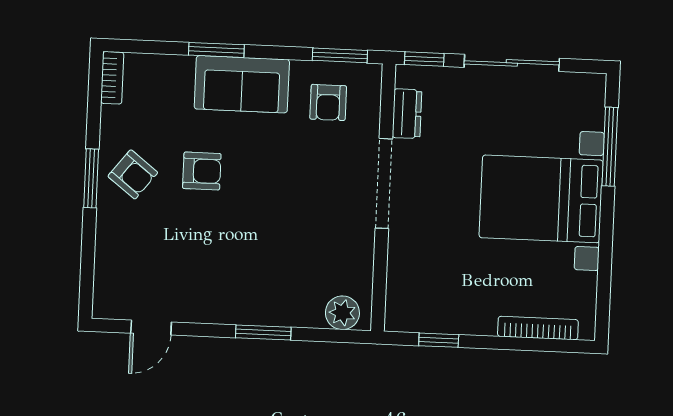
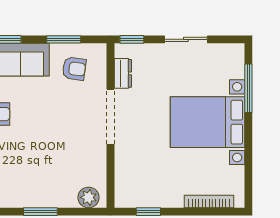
window: (340, 55) -> (64, 39), moved
sliding door: (512, 63) -> (186, 39), width x0.73
armchair: (328, 102) -> (74, 69), turned -82

